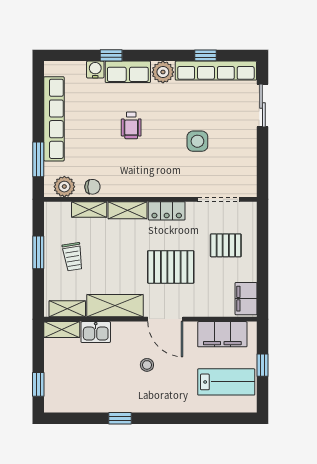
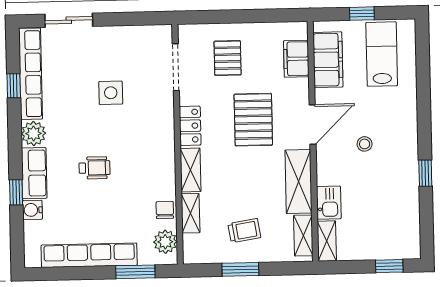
filing cabinet: (246, 299) -> (296, 59), moved, turned 90

